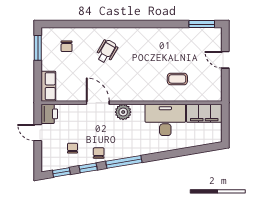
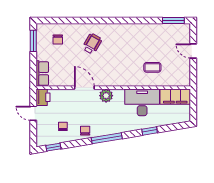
window: (88, 168) -> (150, 131), moved

